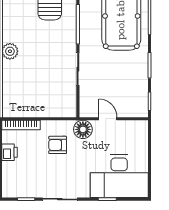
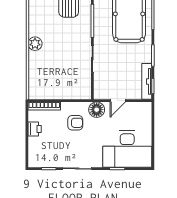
tv unit: (142, 96) -> (147, 81), added
door: (108, 119) -> (118, 101), swing flipped
armchair: (58, 145) -> (75, 123), turned 180

